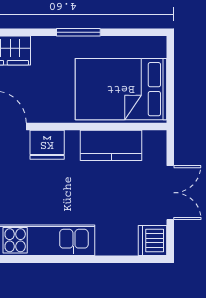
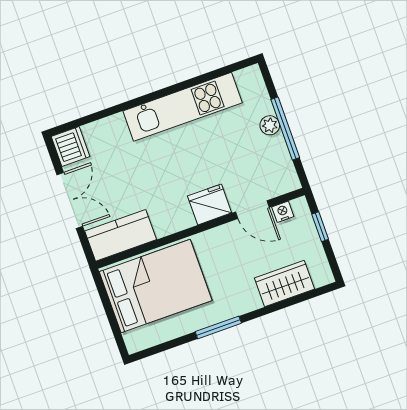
kitchen counter: (111, 145) -> (121, 235), moved
double door: (170, 193) -> (70, 201), swing flipped

